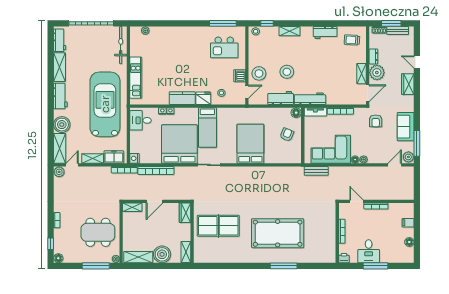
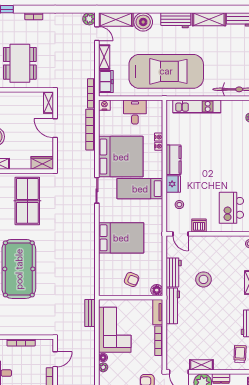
stool: (259, 73) -> (202, 248), removed
desk: (140, 120) -> (135, 112), moved

